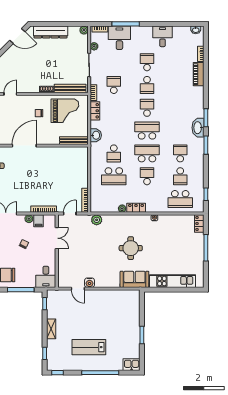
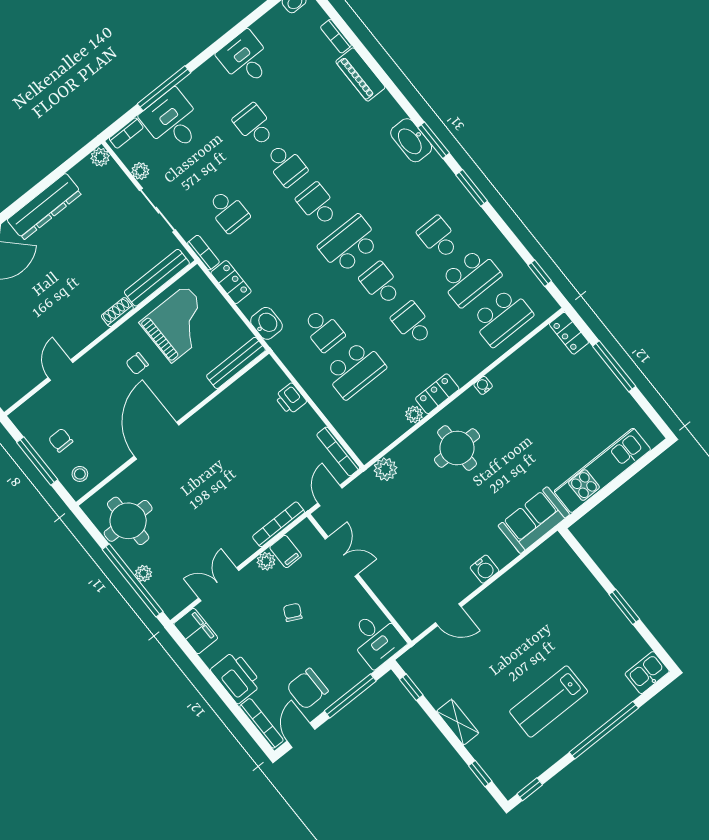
school desk: (114, 85) -> (228, 211), turned 180
washbasin: (198, 128) -> (411, 140), moved
school desk: (147, 153) -> (381, 284), width x0.54
printer: (83, 168) -> (291, 399), added
school desk: (180, 176) -> (470, 277), width x1.85
round table: (131, 248) -> (457, 448), moved
water cooler: (90, 283) -> (484, 569), moved

